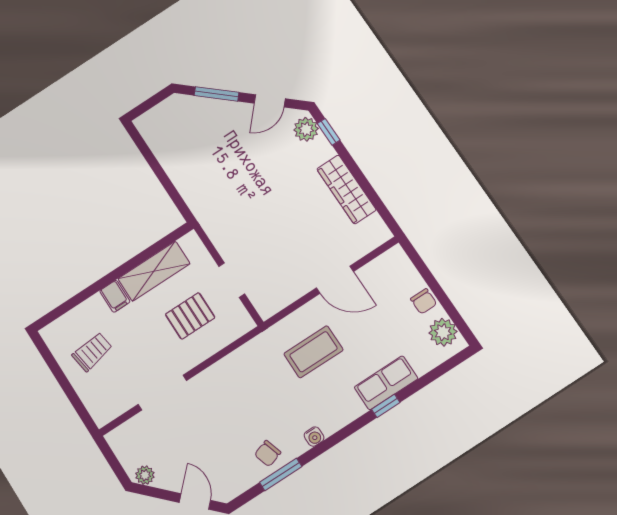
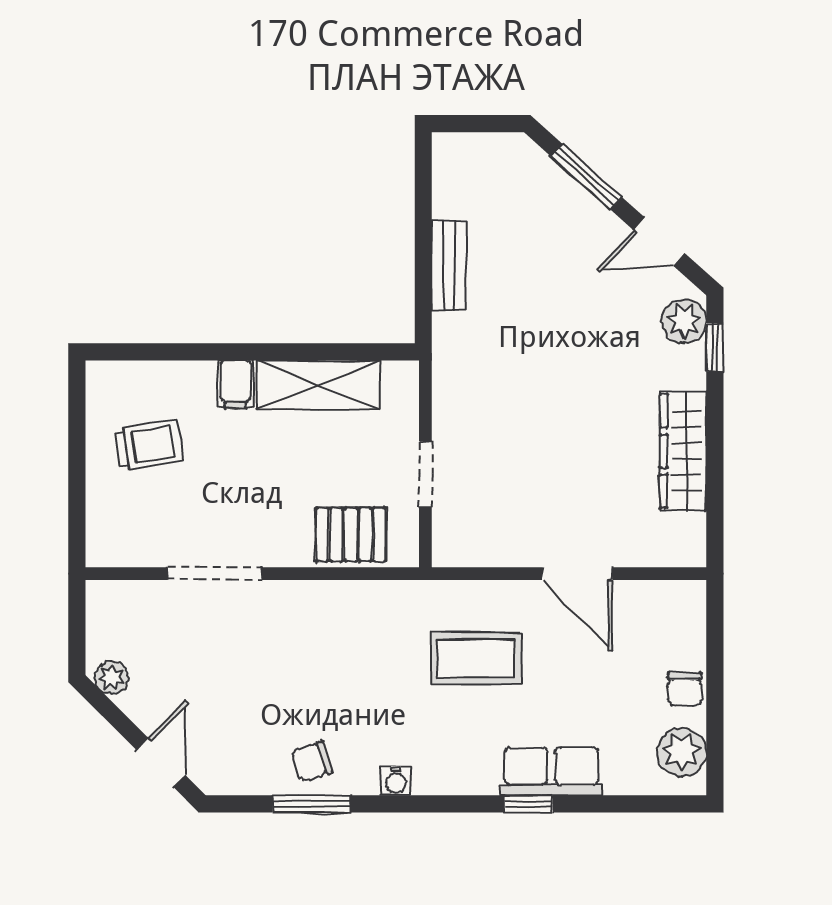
bench: (179, 176) -> (449, 265), added
pallet: (190, 316) -> (351, 535), moved

